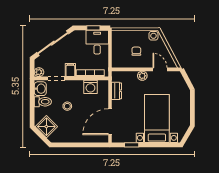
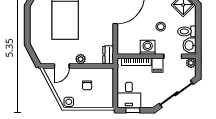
door: (160, 69) -> (62, 66), hinge flipped
washing machine: (90, 87) -> (148, 47), moved
dresser: (117, 91) -> (108, 55), moved

